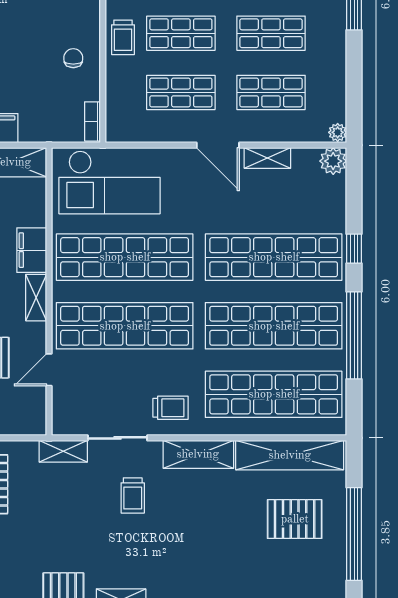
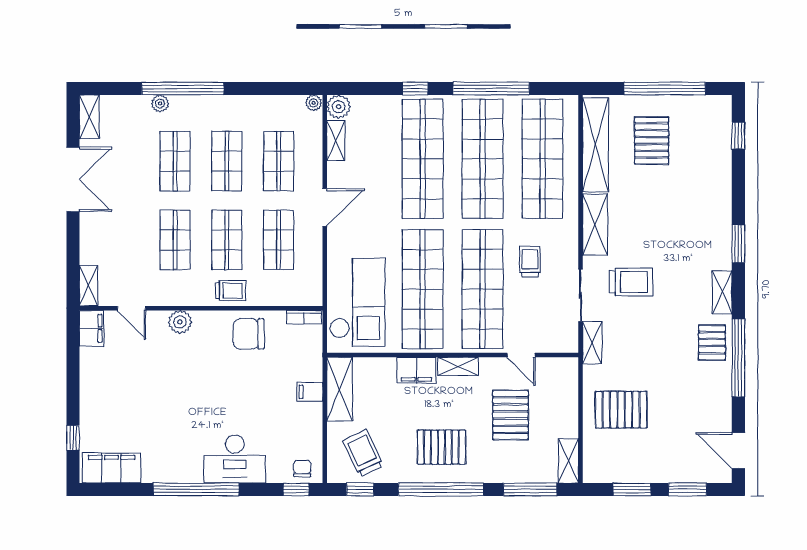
chair: (73, 58) -> (249, 334), width x1.87, depth x1.87
shelving: (267, 158) -> (336, 141), moved
trolley: (170, 408) -> (530, 261), moved
trolley: (133, 495) -> (631, 282), width x1.36, depth x1.39

